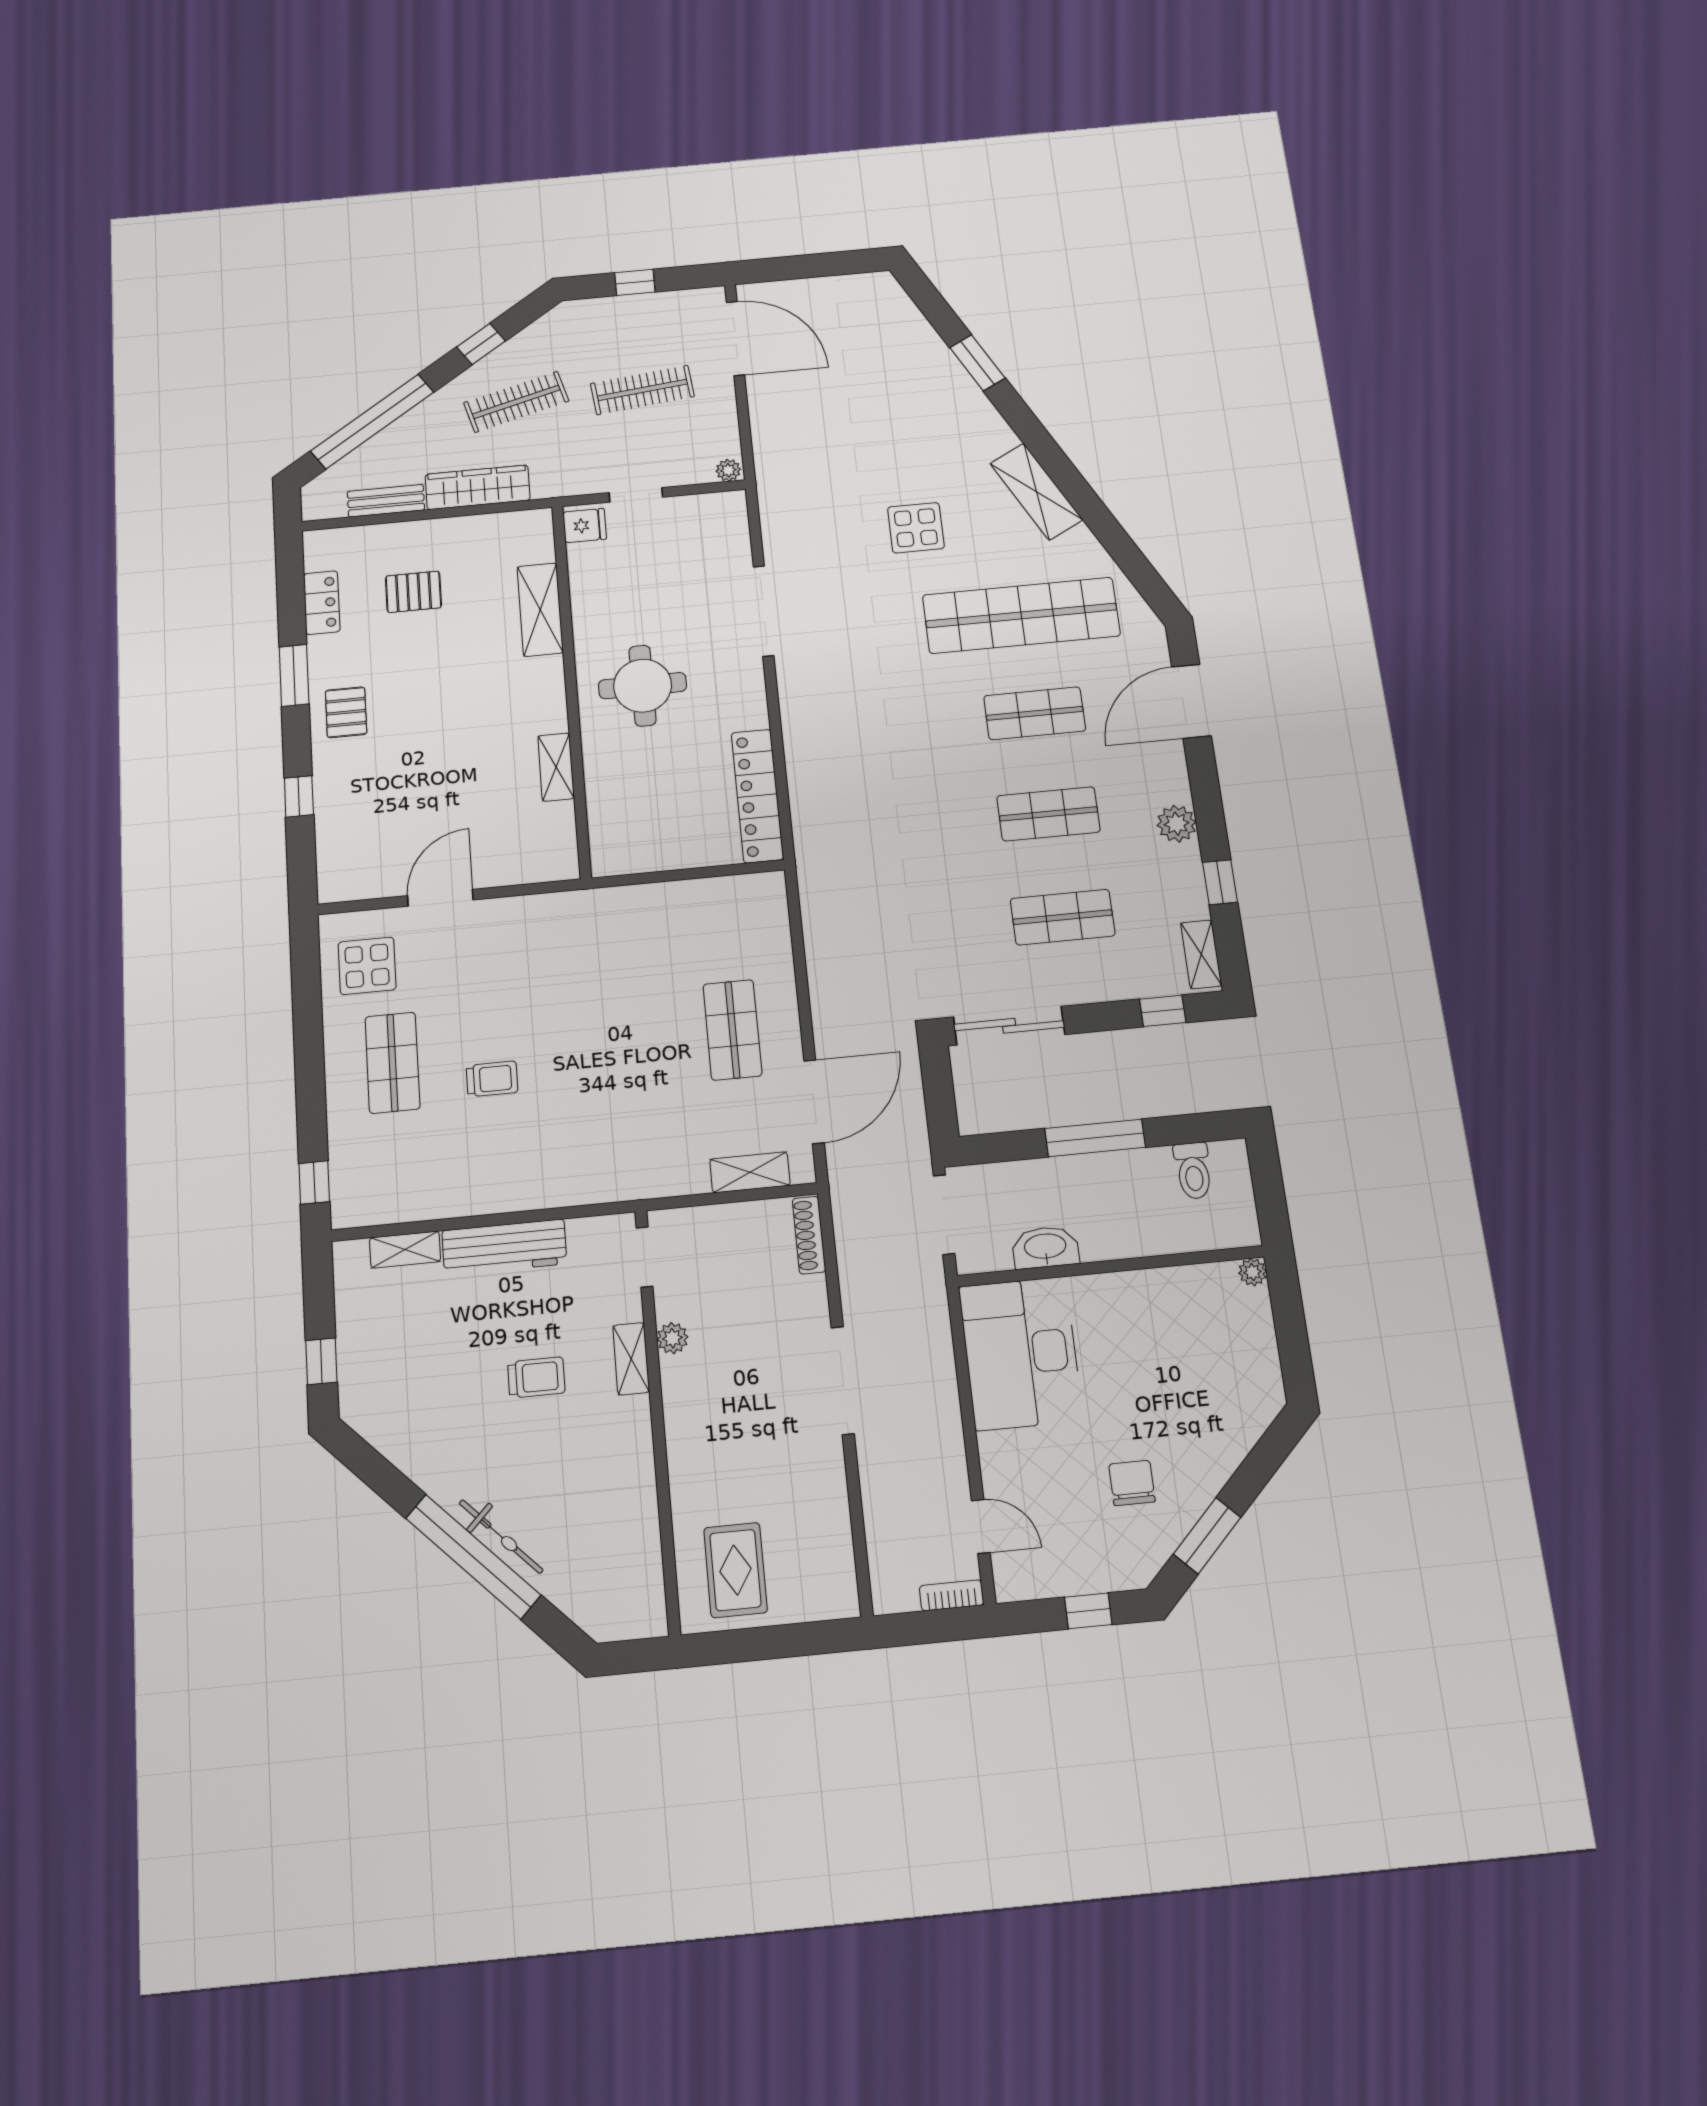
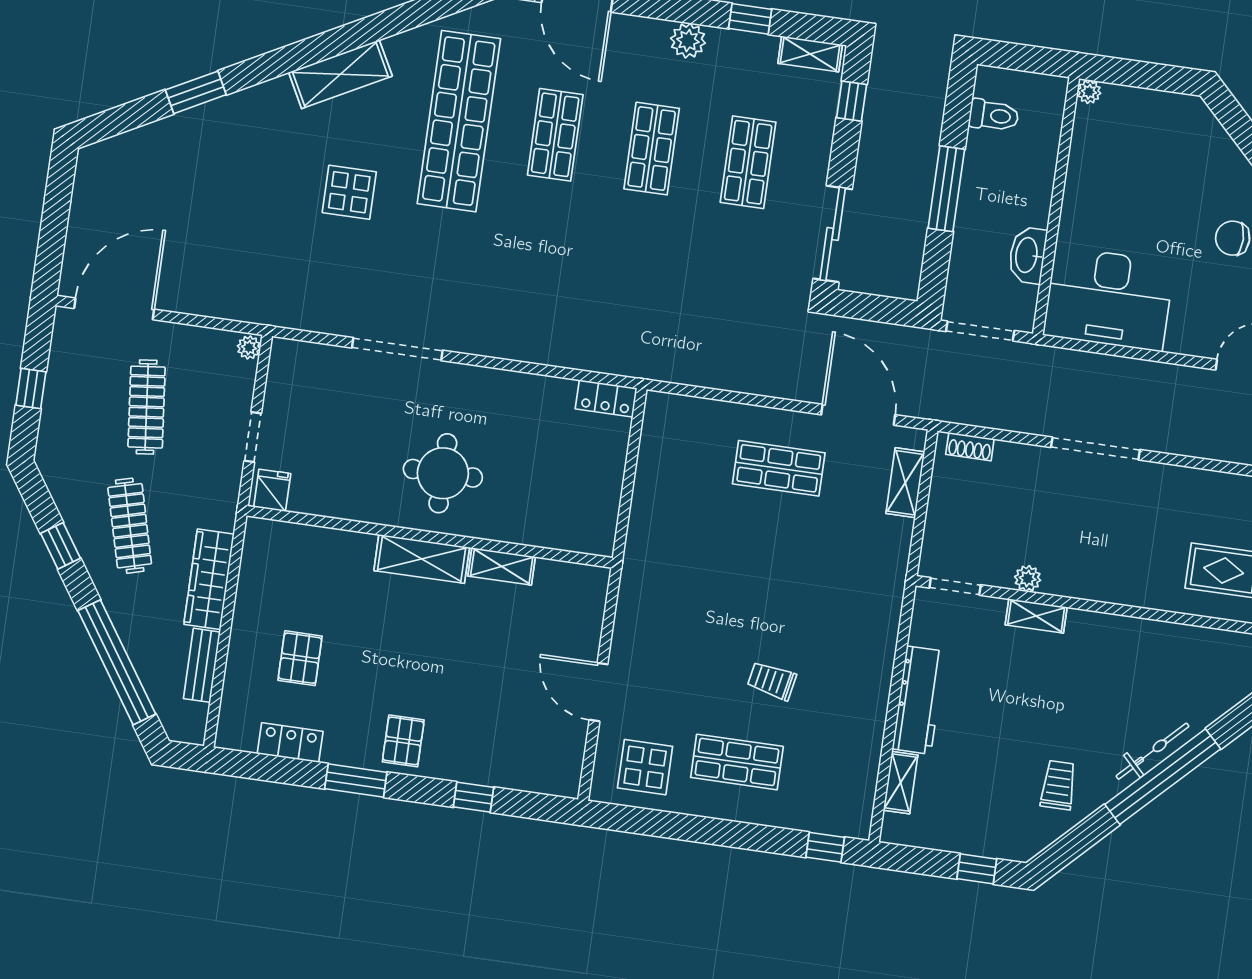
shelving: (540, 610) -> (422, 559), moved
pallet: (346, 712) -> (403, 741), turned 90
locker: (757, 796) -> (606, 398), width x0.46, depth x0.83
trolley: (492, 1079) -> (772, 681), turned -79
shoe rack: (809, 1235) -> (970, 447), width x0.70
trolley: (536, 1377) -> (1058, 785), moved

